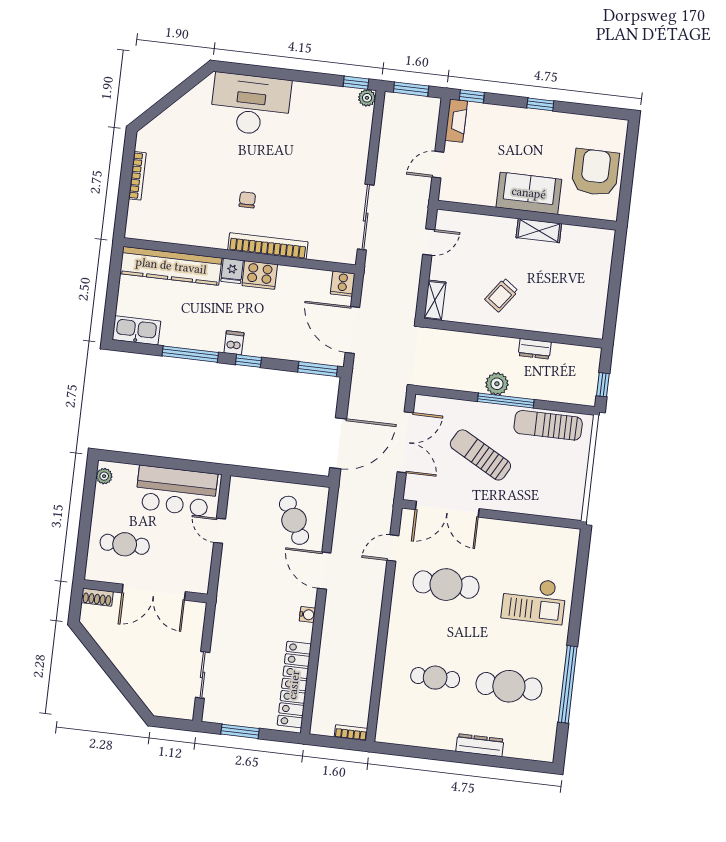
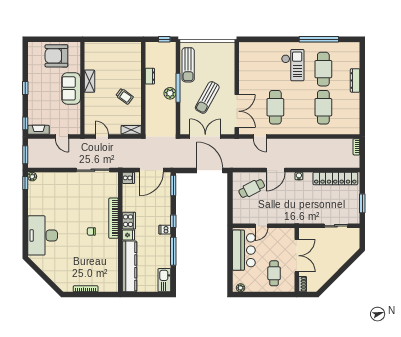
checkout: (534, 600) -> (293, 65), moved
cafe table: (435, 678) -> (323, 107), width x1.37, depth x1.35

